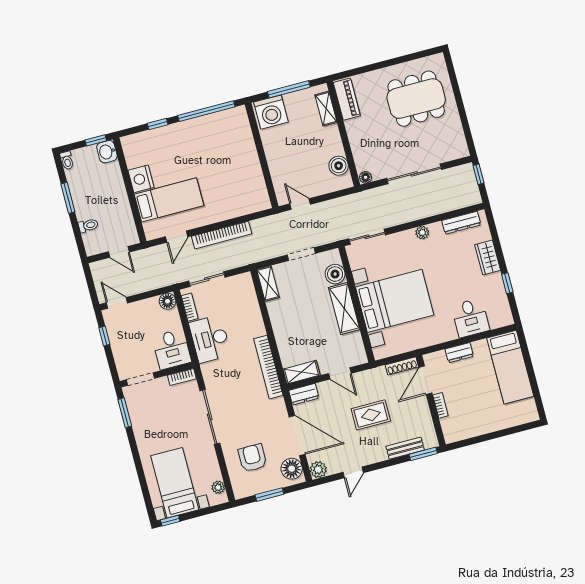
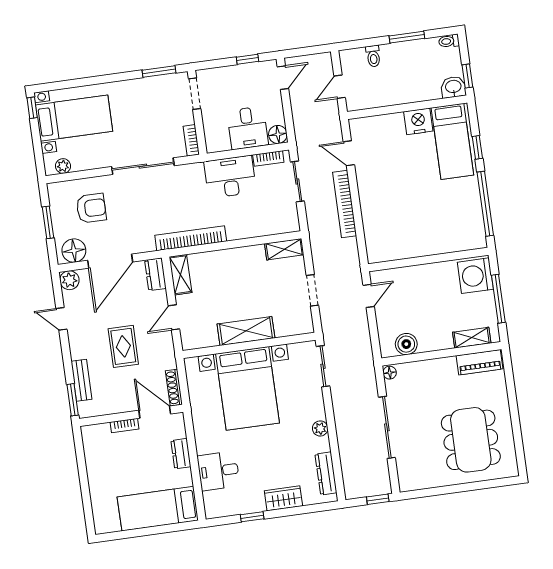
bed: (169, 200) -> (452, 141), moved
boiler: (335, 274) -> (286, 325), removed
desk: (172, 349) -> (248, 128), moved, turned -90

